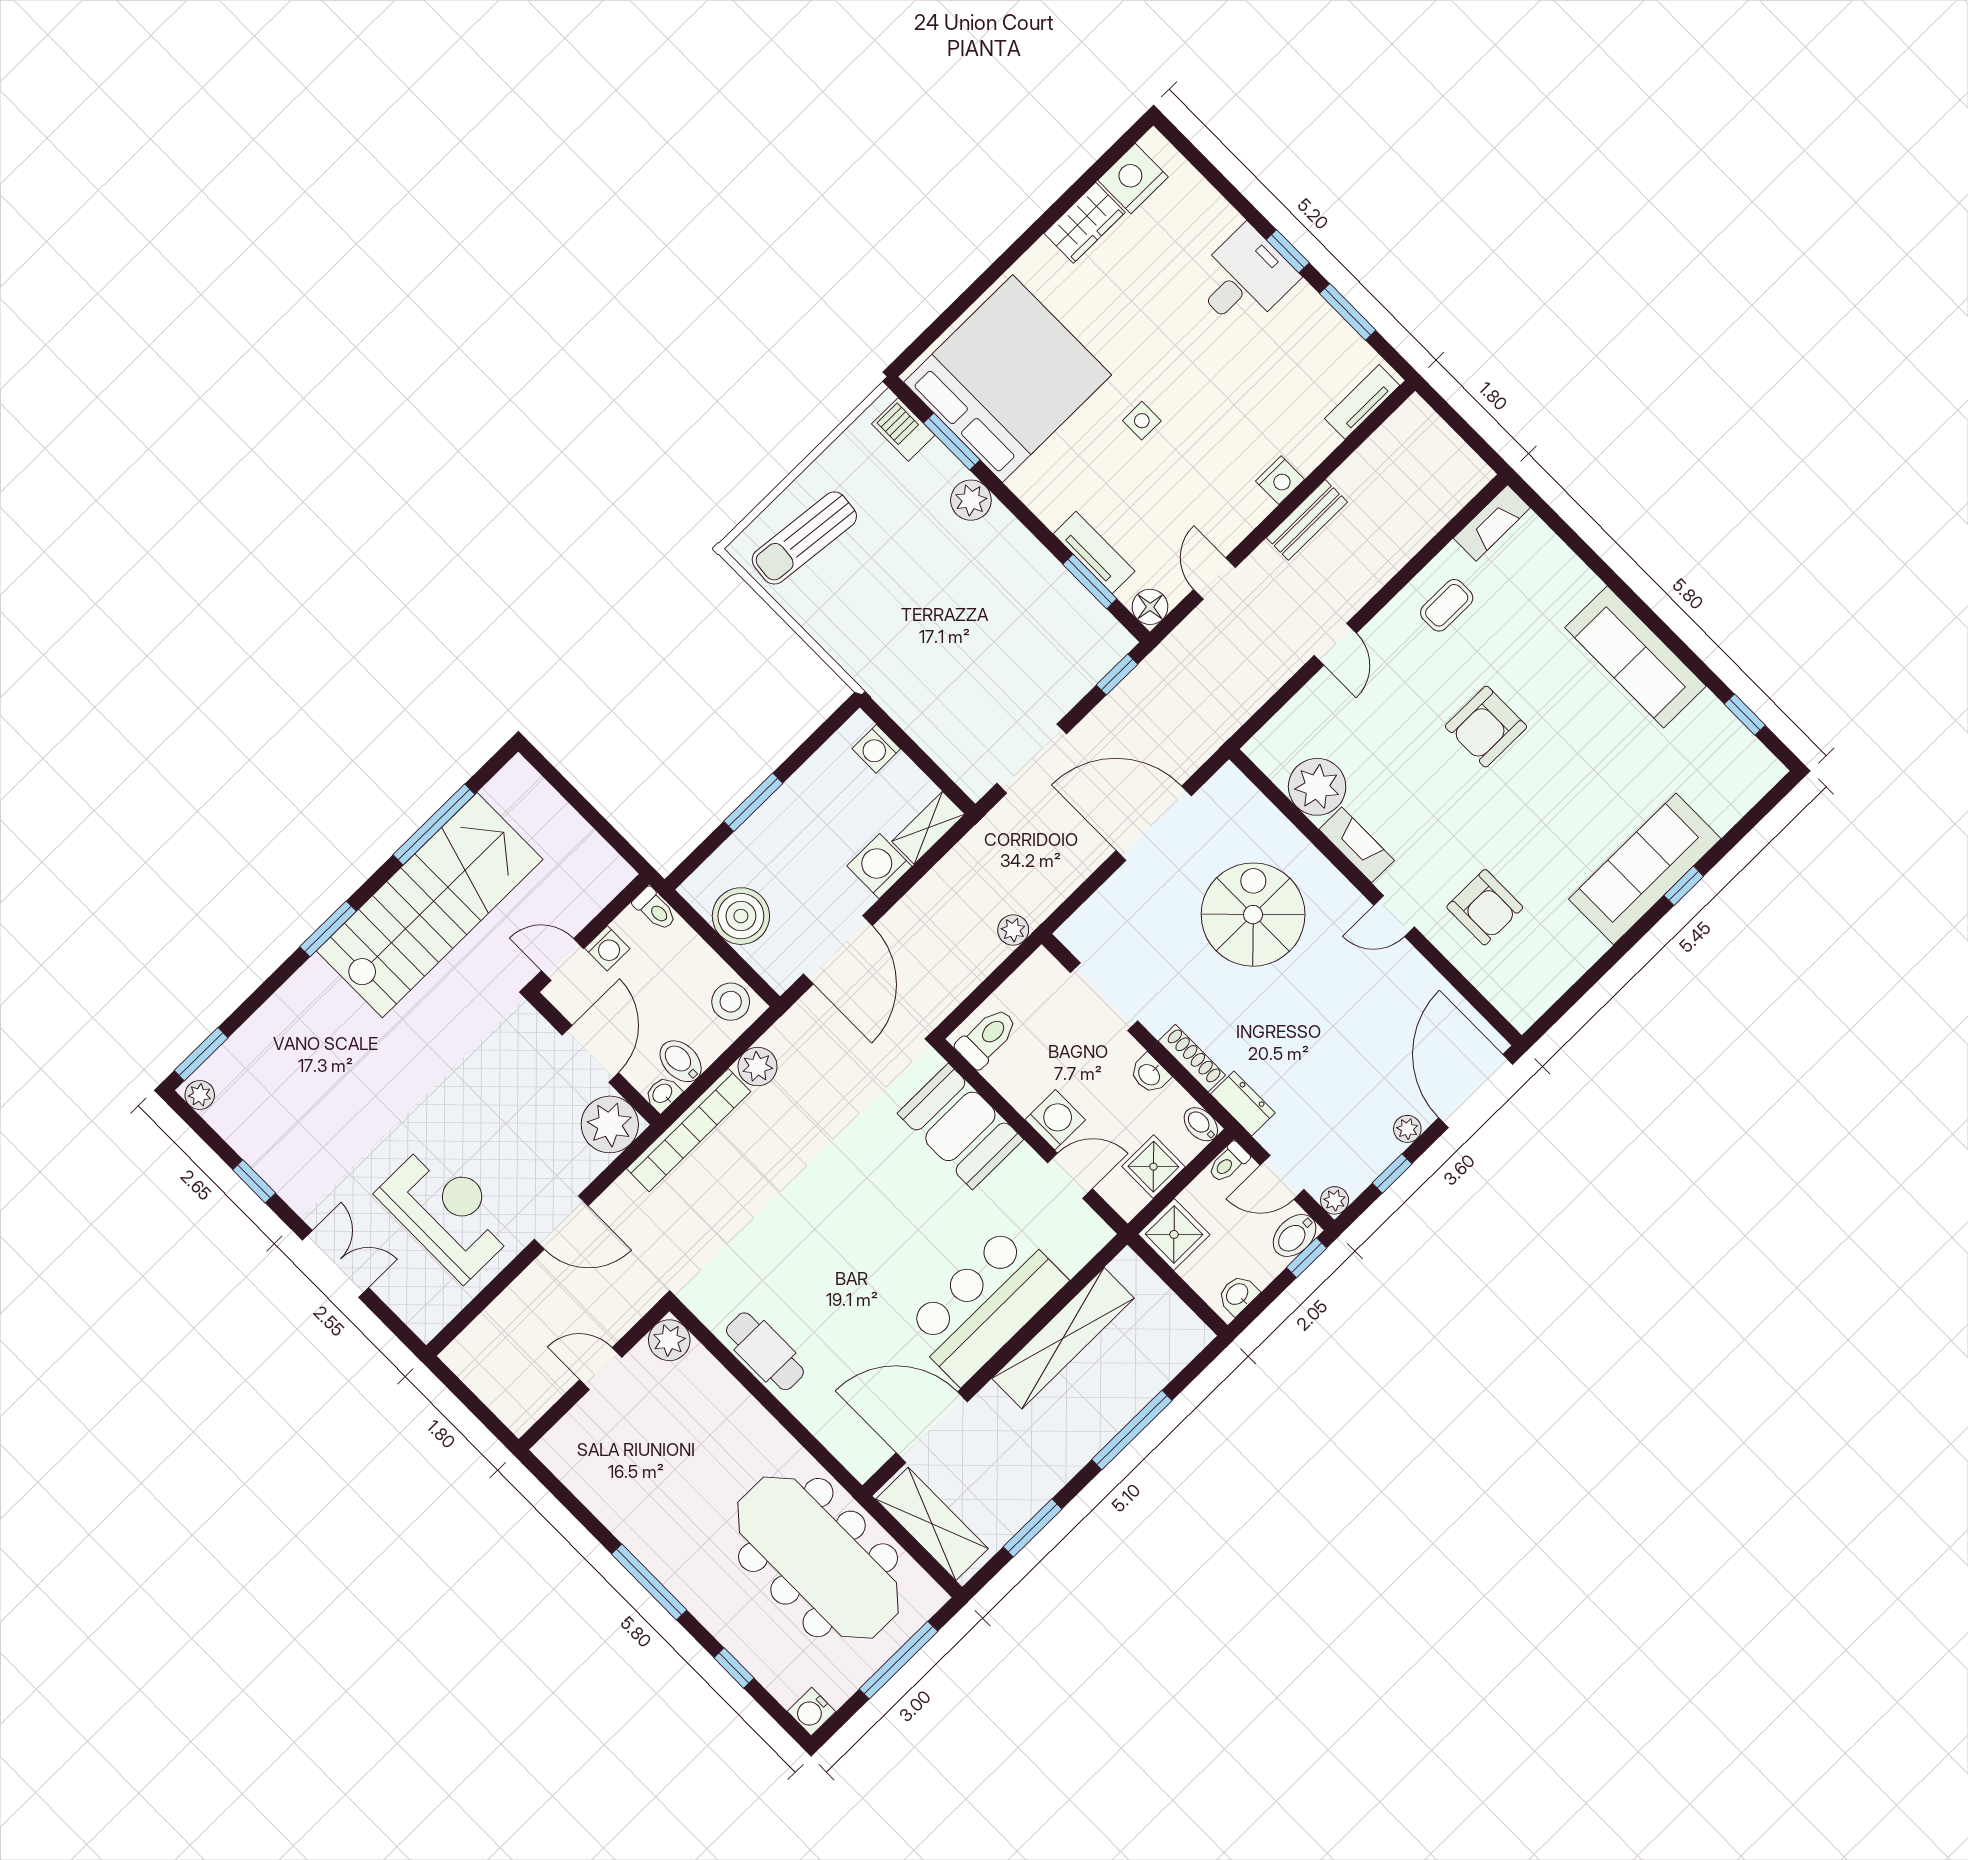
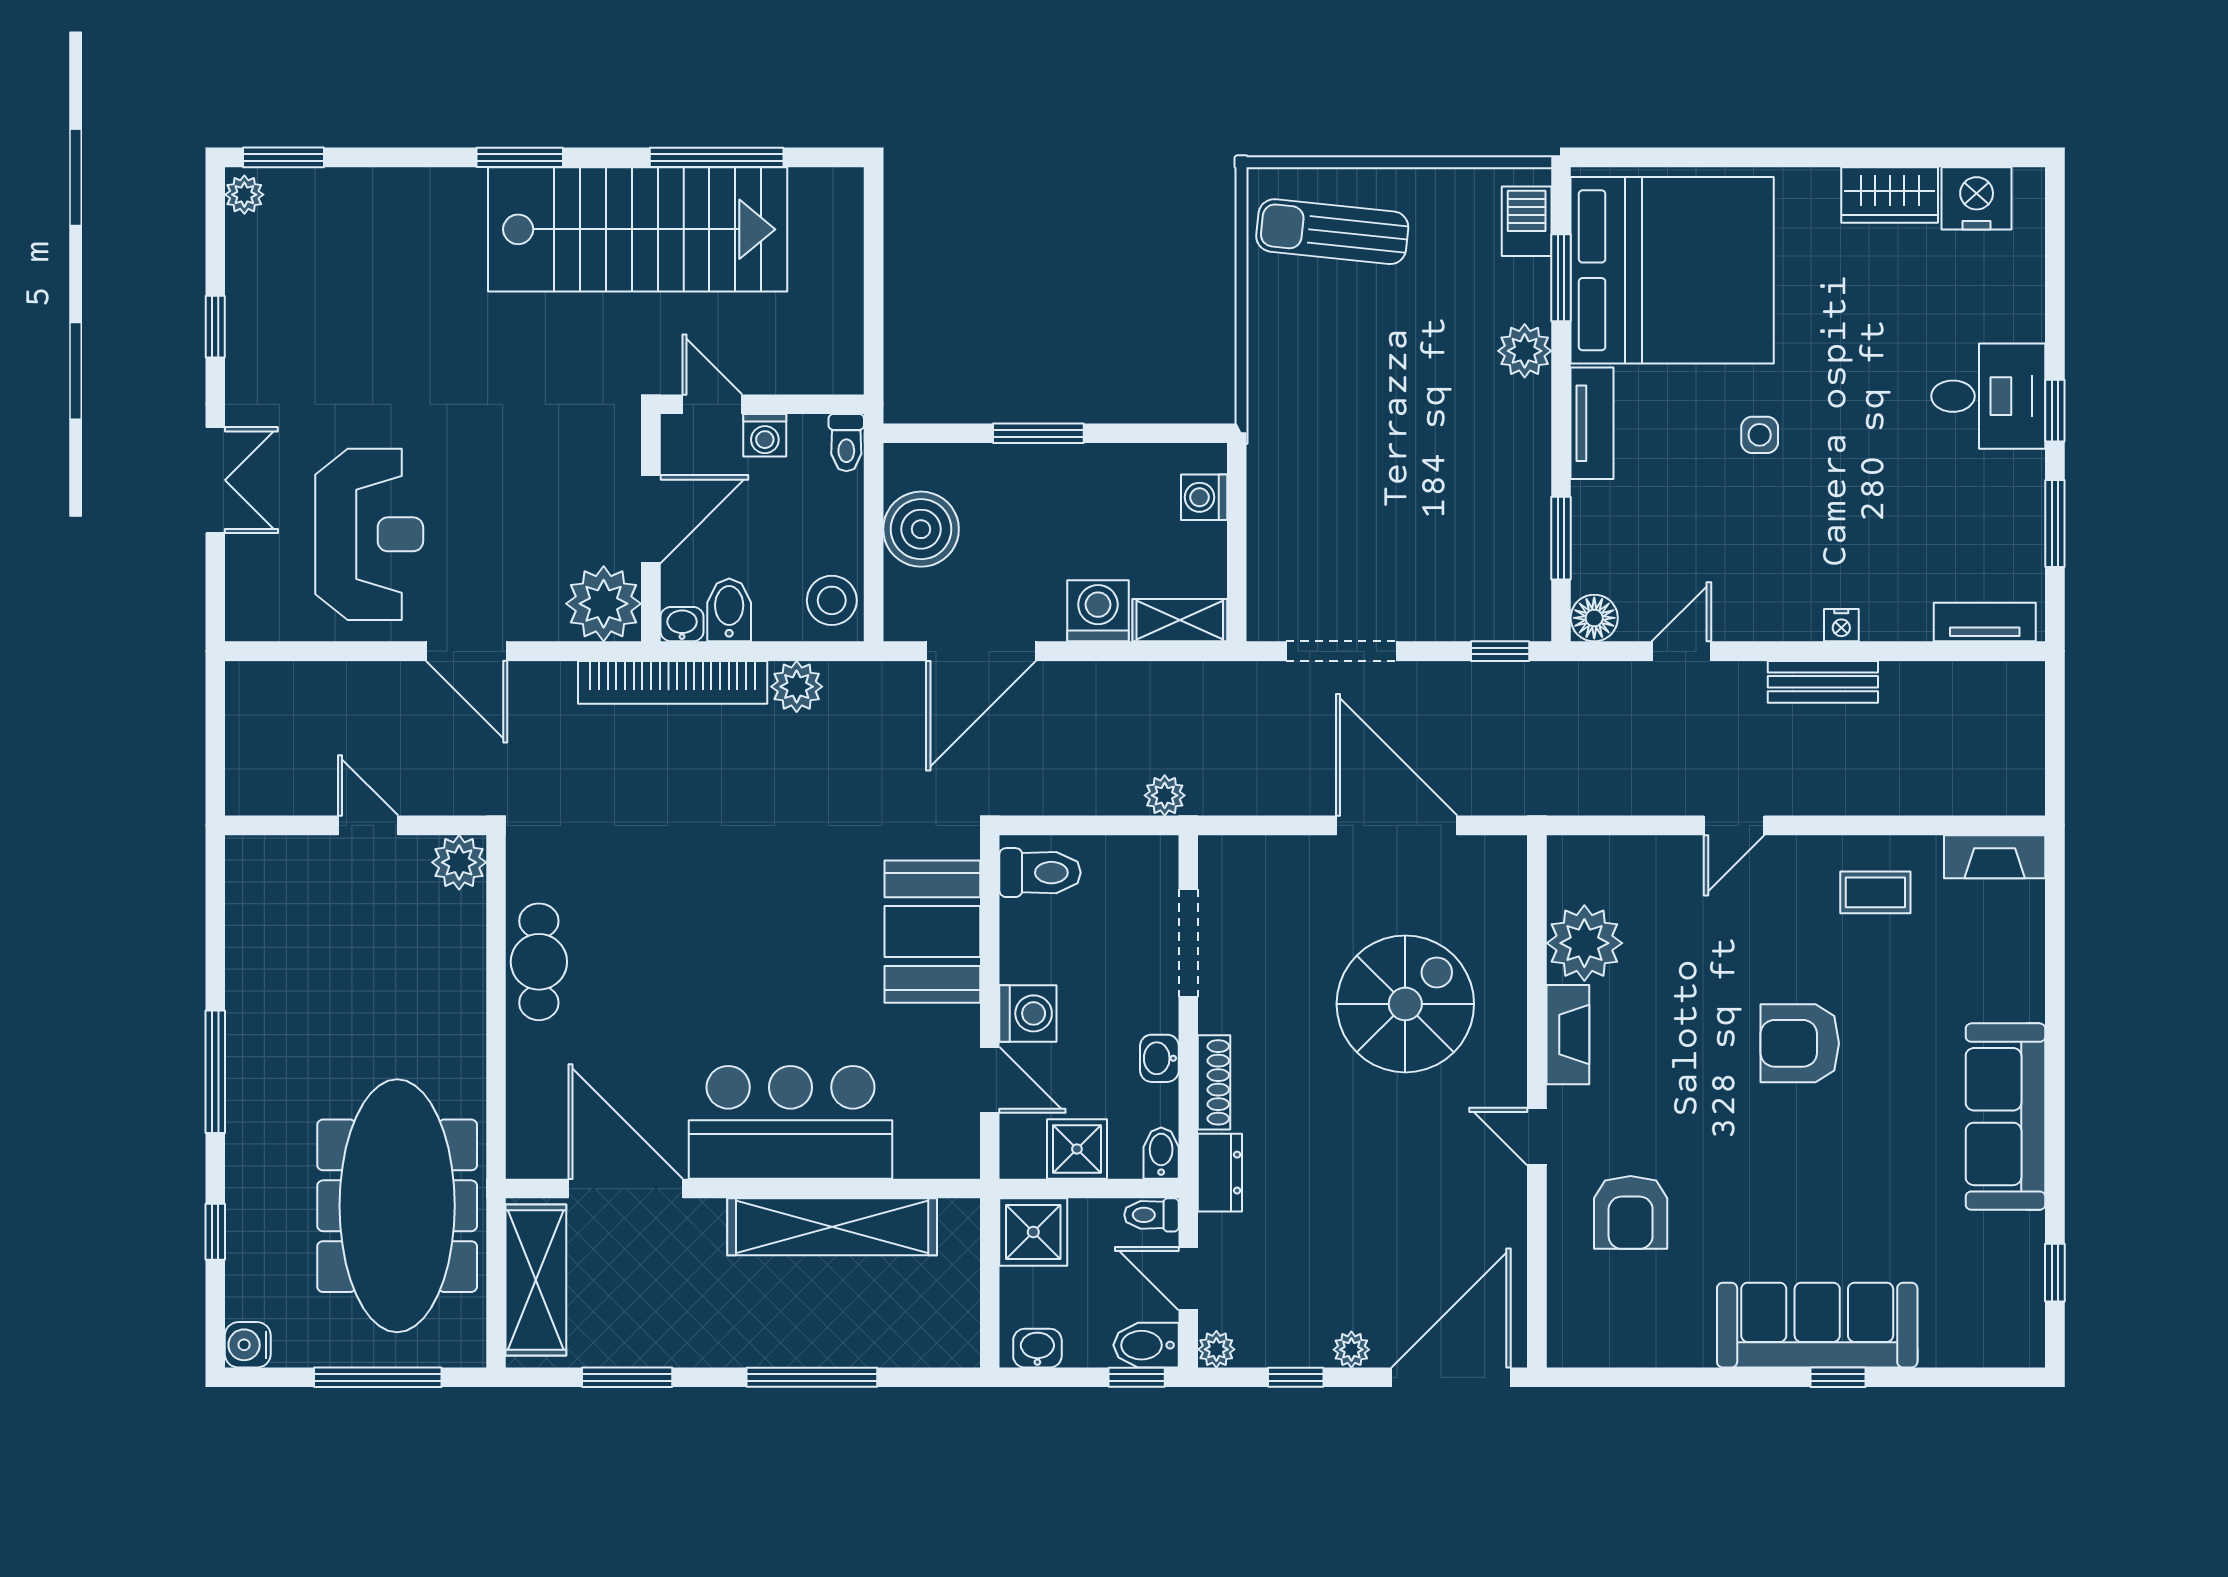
nightstand: (1280, 480) -> (1841, 625), width x0.72, depth x0.74
tv unit: (1094, 552) -> (1592, 423), moved

